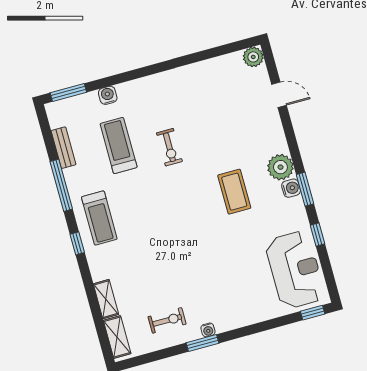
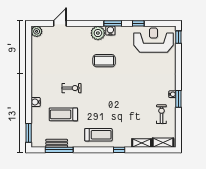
water cooler: (108, 95) -> (36, 102), moved
window: (61, 185) -> (59, 150), moved
window: (77, 243) -> (119, 150), moved

